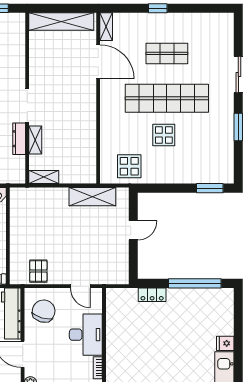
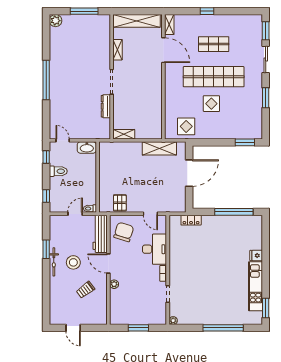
window: (238, 35) -> (266, 31), added
shelving: (35, 140) -> (118, 50), moved
door: (133, 230) -> (189, 173), width x1.88
locker: (152, 295) -> (191, 220), moved

